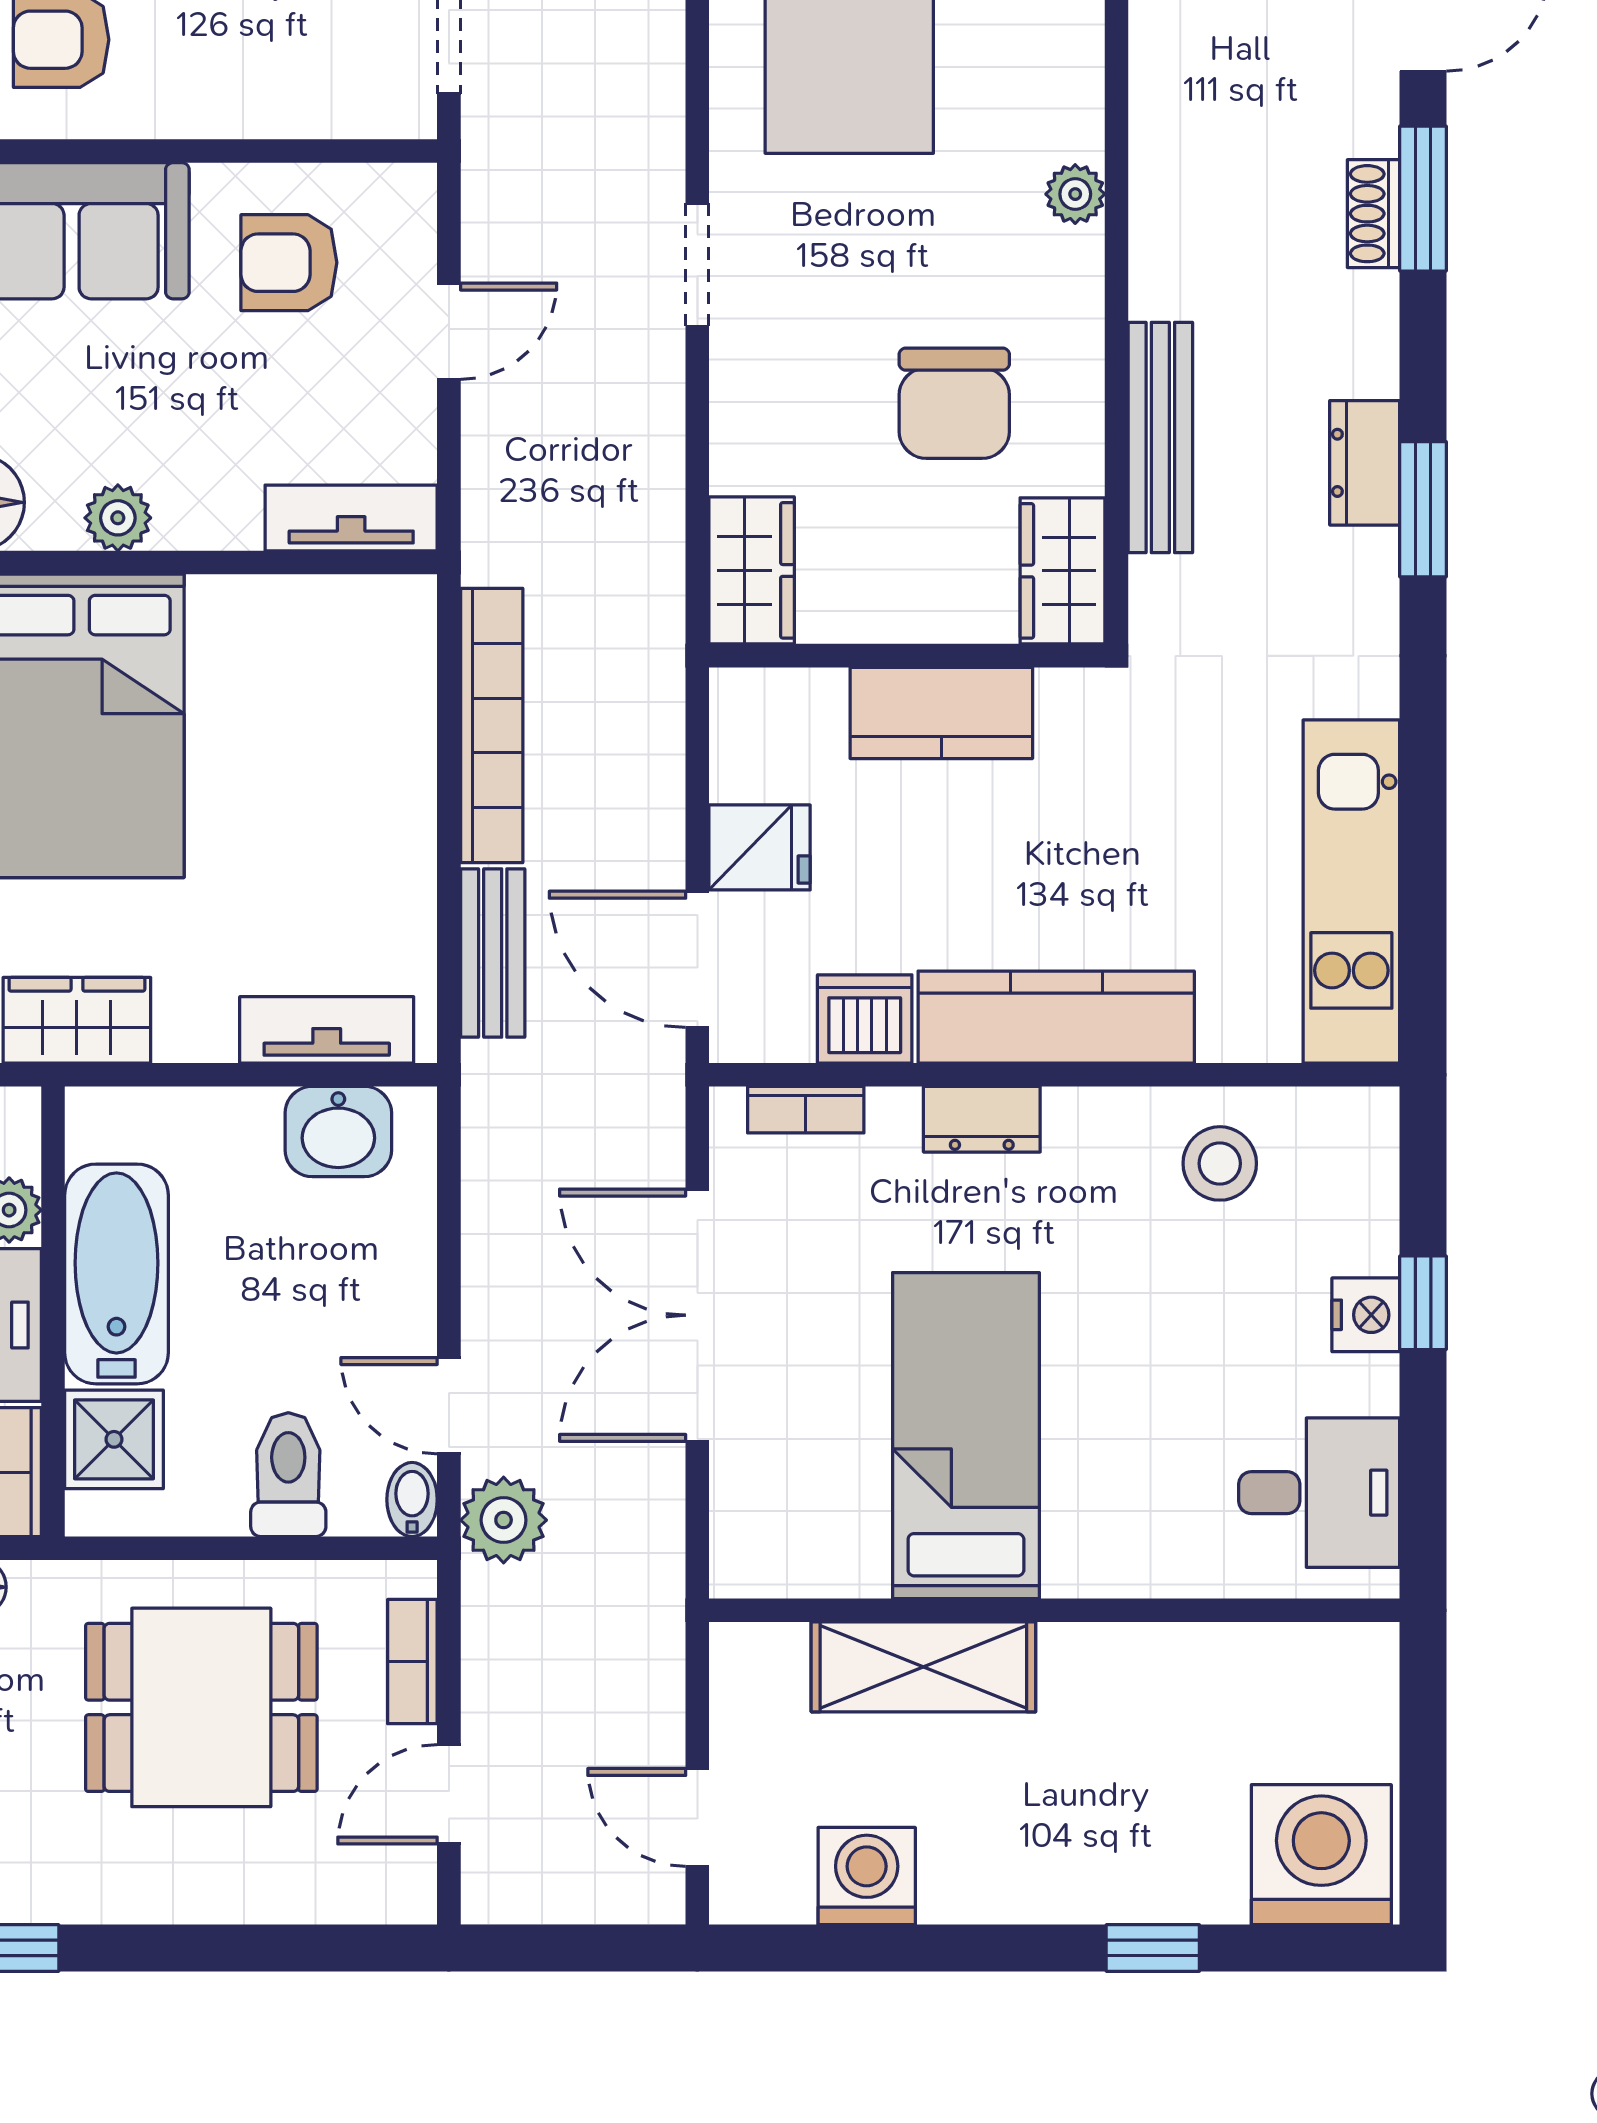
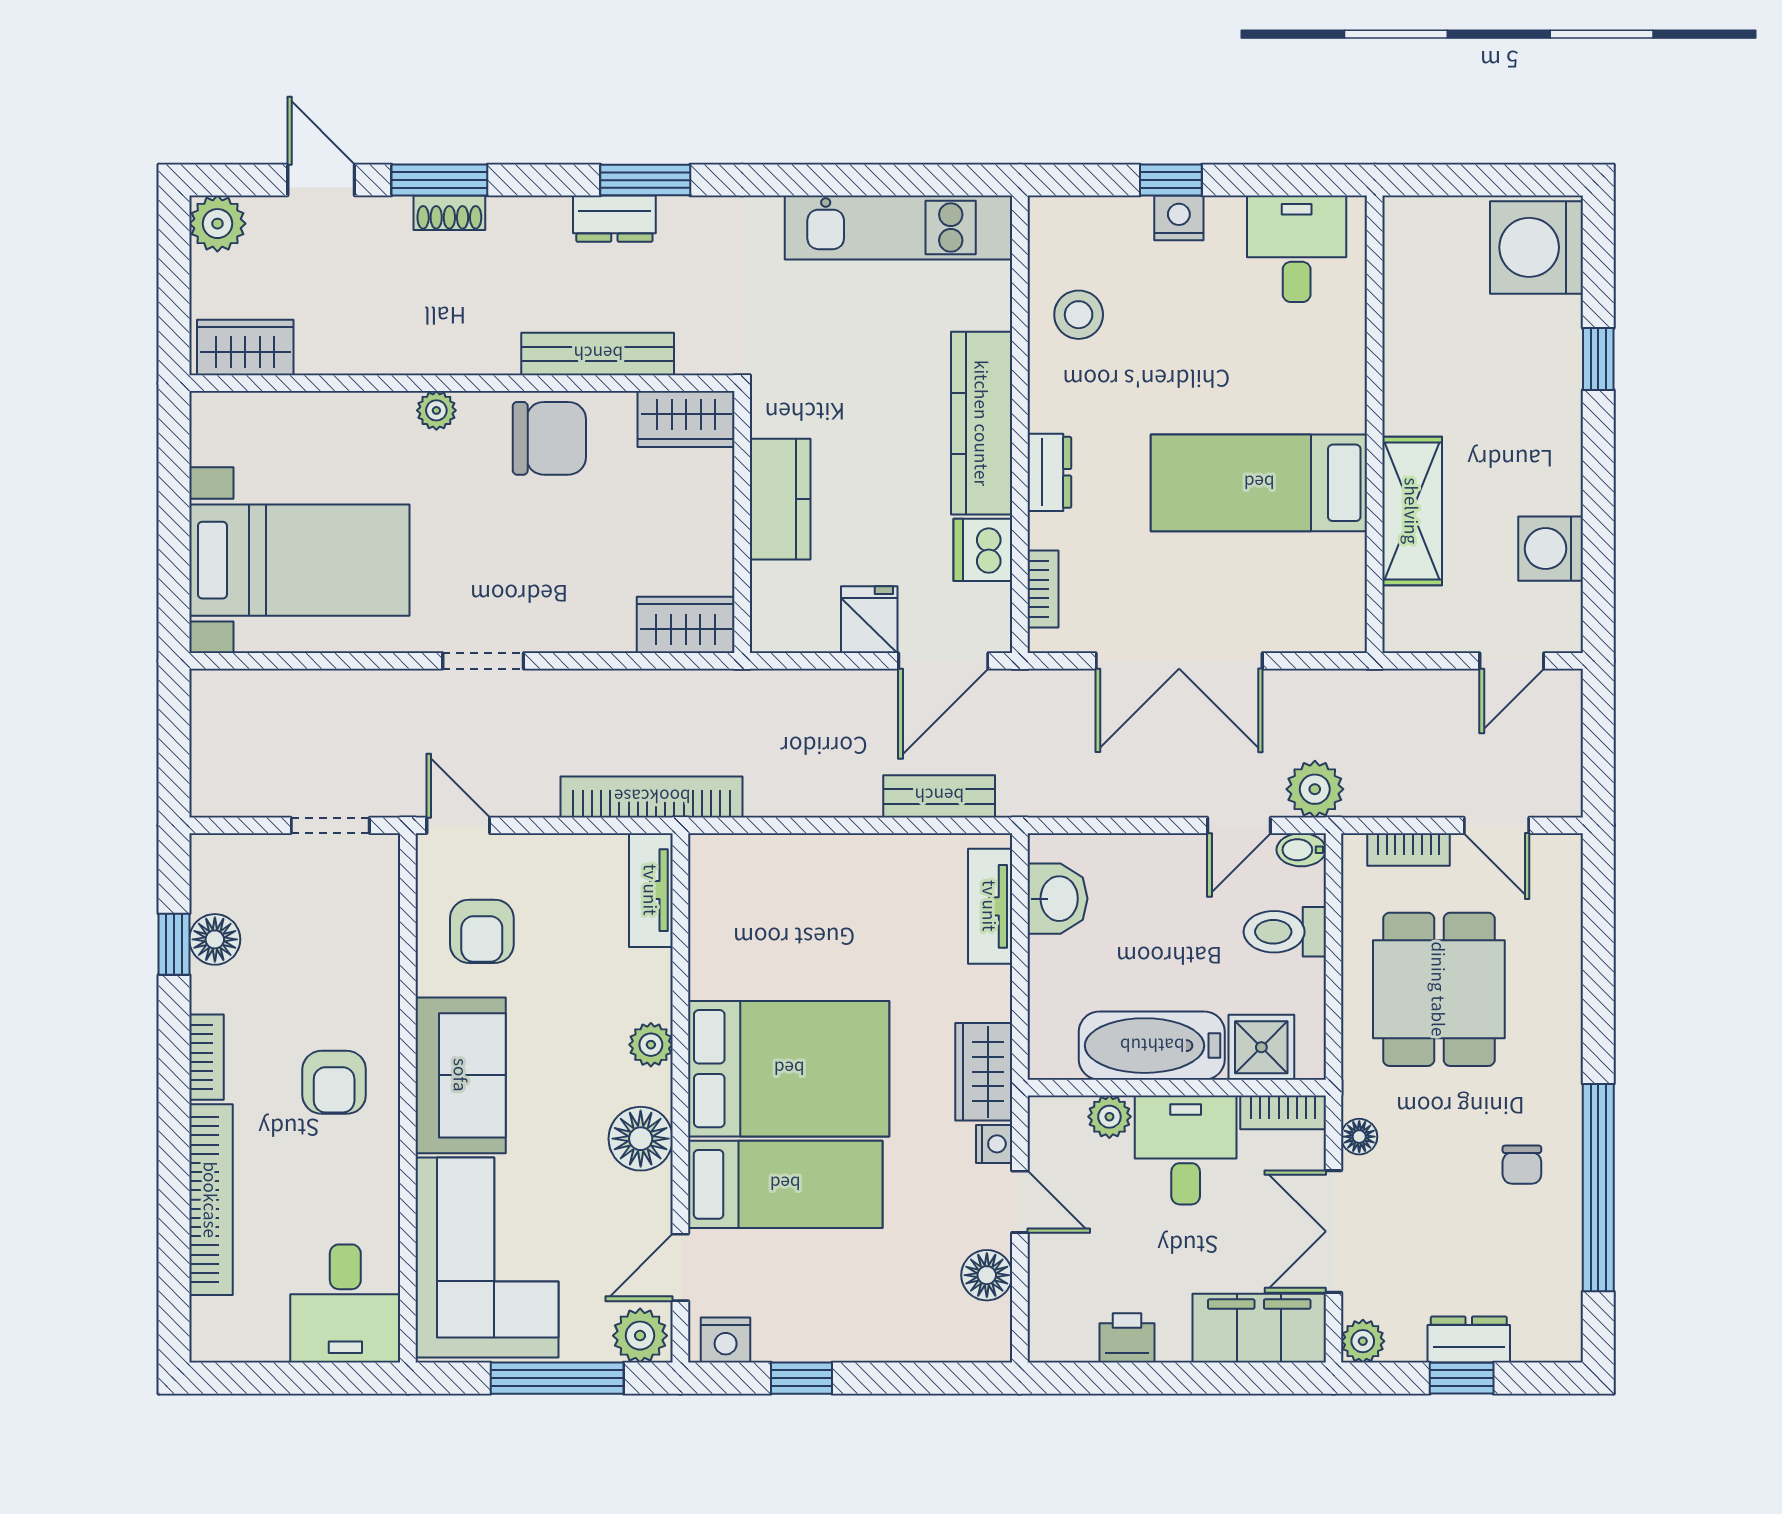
door: (449, 331) -> (458, 825), moved
chair: (954, 403) -> (549, 438), moved
bookcase: (492, 725) -> (652, 797), moved

